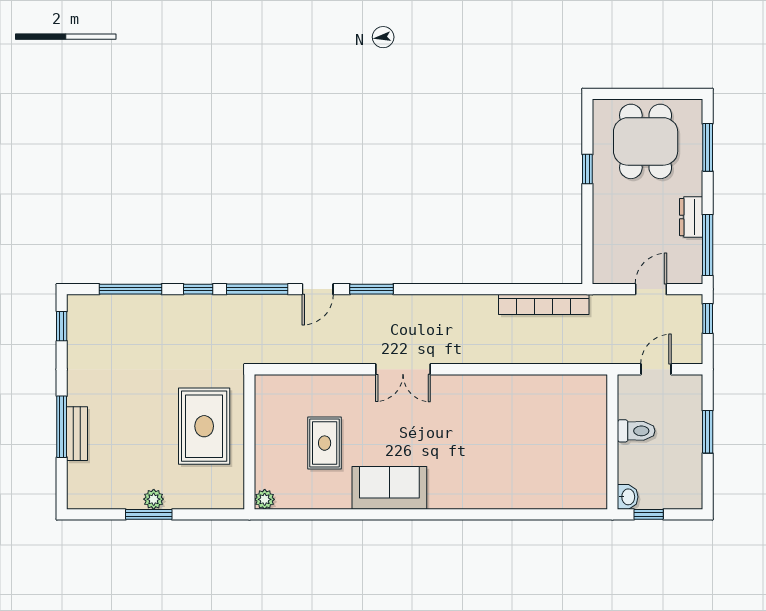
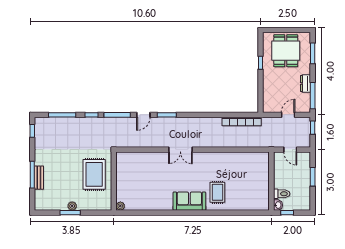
door: (656, 369) -> (290, 150), swing flipped
toilet: (636, 431) -> (282, 194), moved
rug: (325, 443) -> (217, 192), moved
sofa: (389, 488) -> (189, 201), moved

